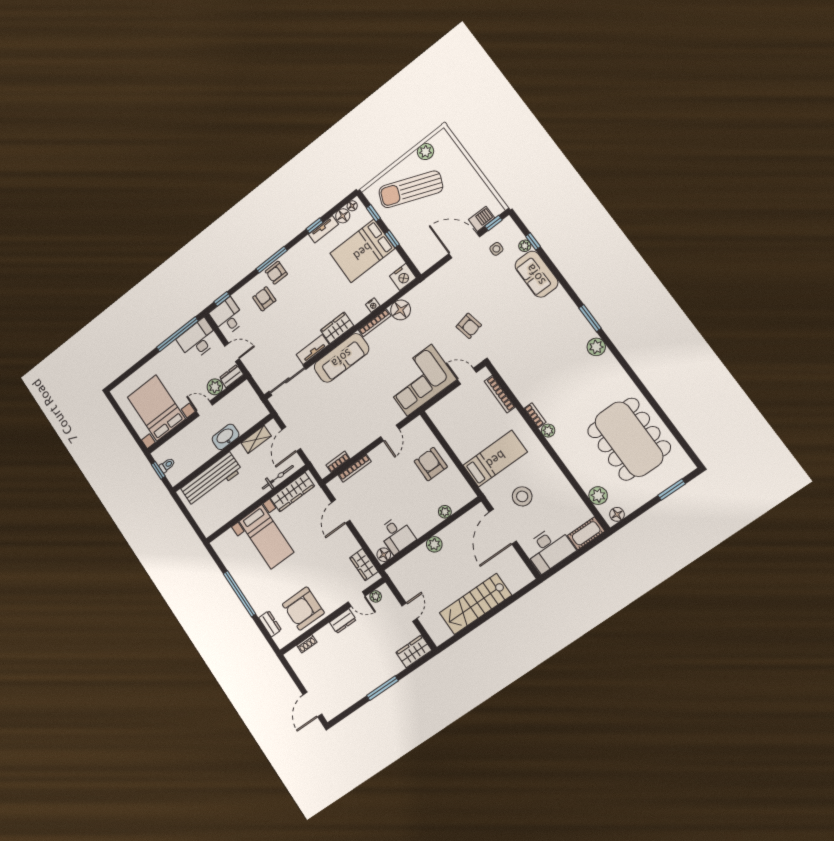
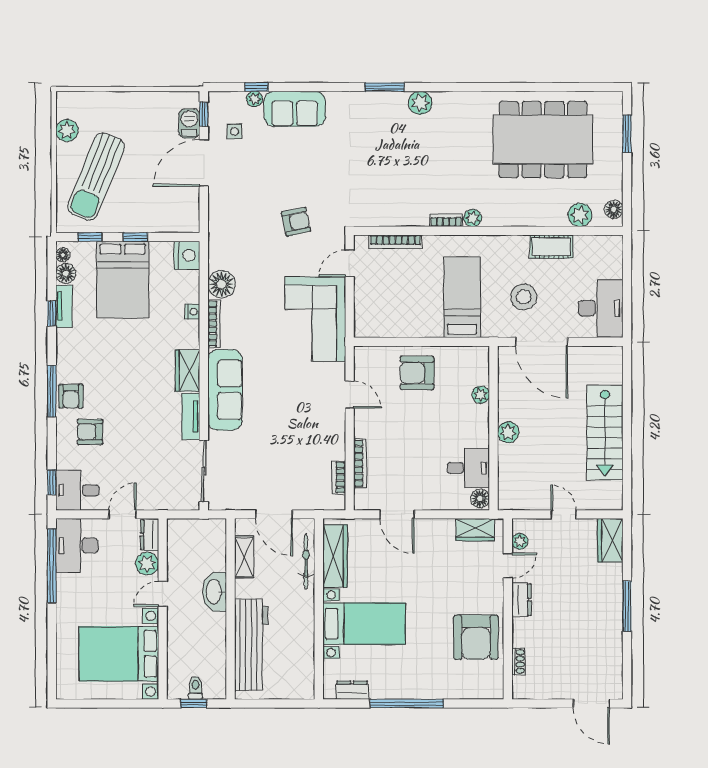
cot: (586, 533) -> (551, 247), moved, turned 90
dresser: (270, 624) -> (352, 690), moved

